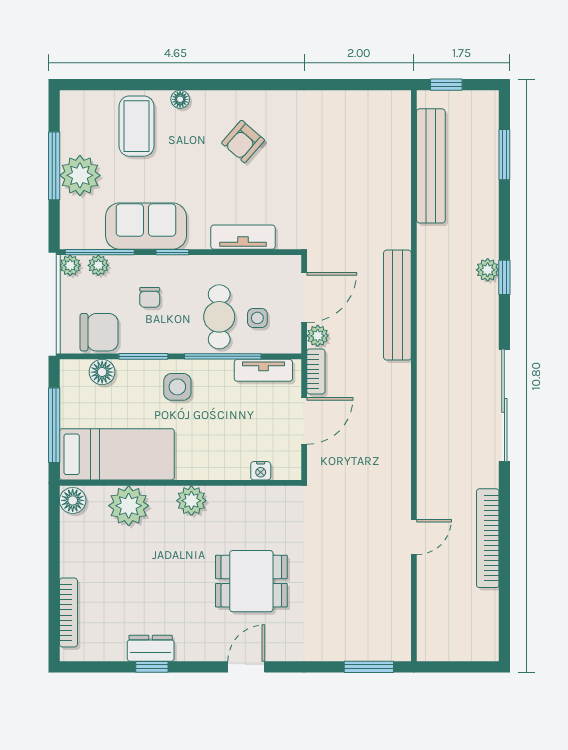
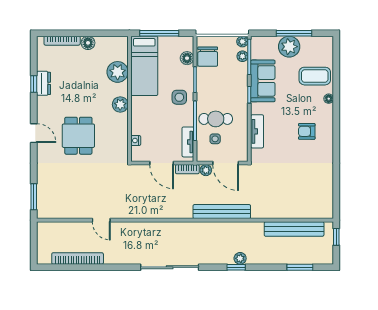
armchair: (243, 142) -> (307, 131), turned -41
chair: (150, 297) -> (226, 83), removed
floor lamp: (73, 500) -> (88, 43), moved
bookcase: (488, 538) -> (78, 259), moved

